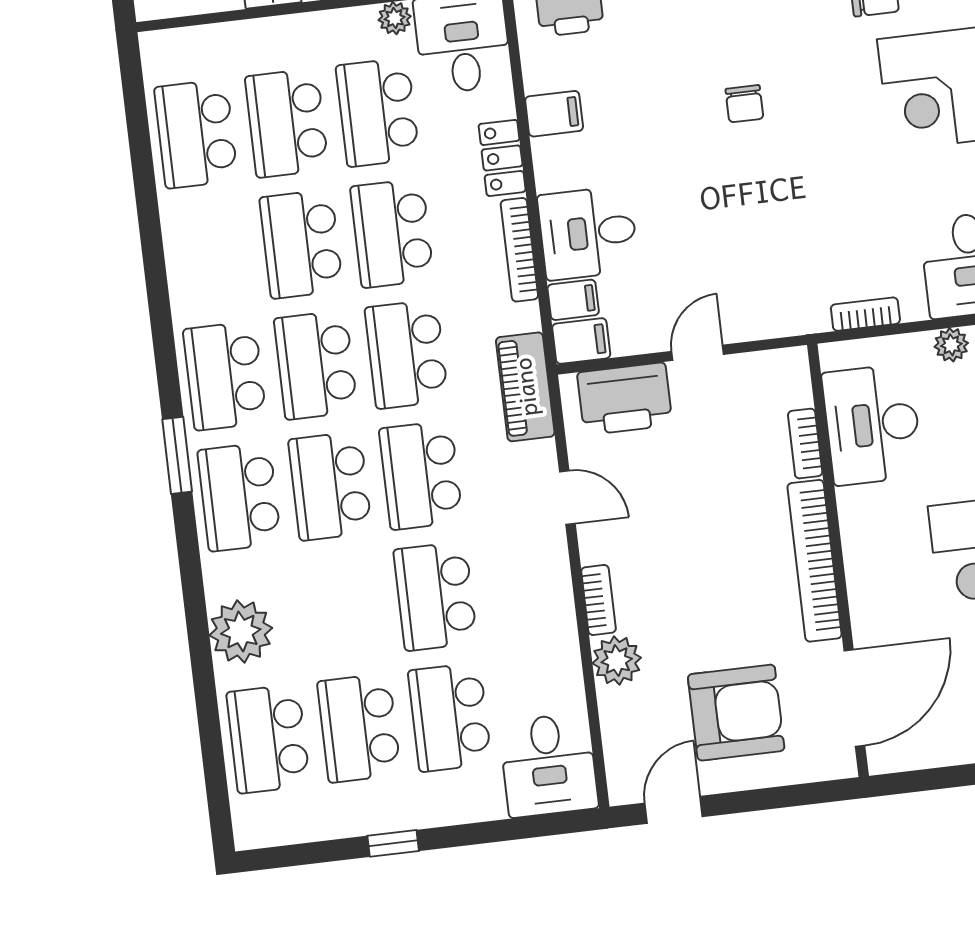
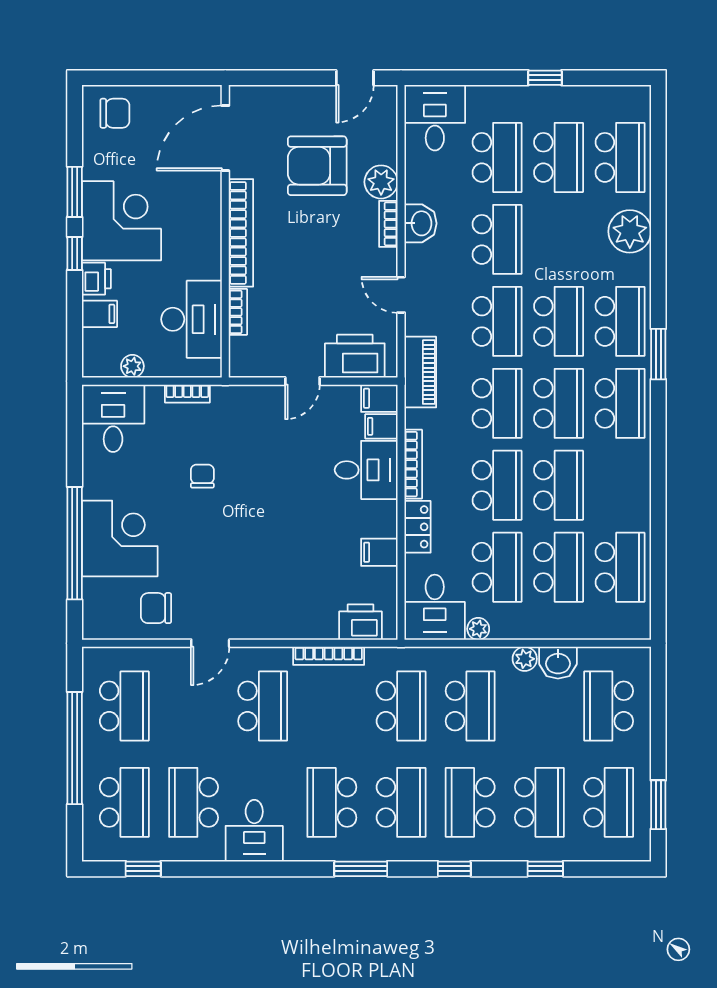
chair: (744, 104) -> (202, 476), moved
washbasin: (551, 607) -> (421, 223), added
armchair: (736, 713) -> (317, 166), moved

